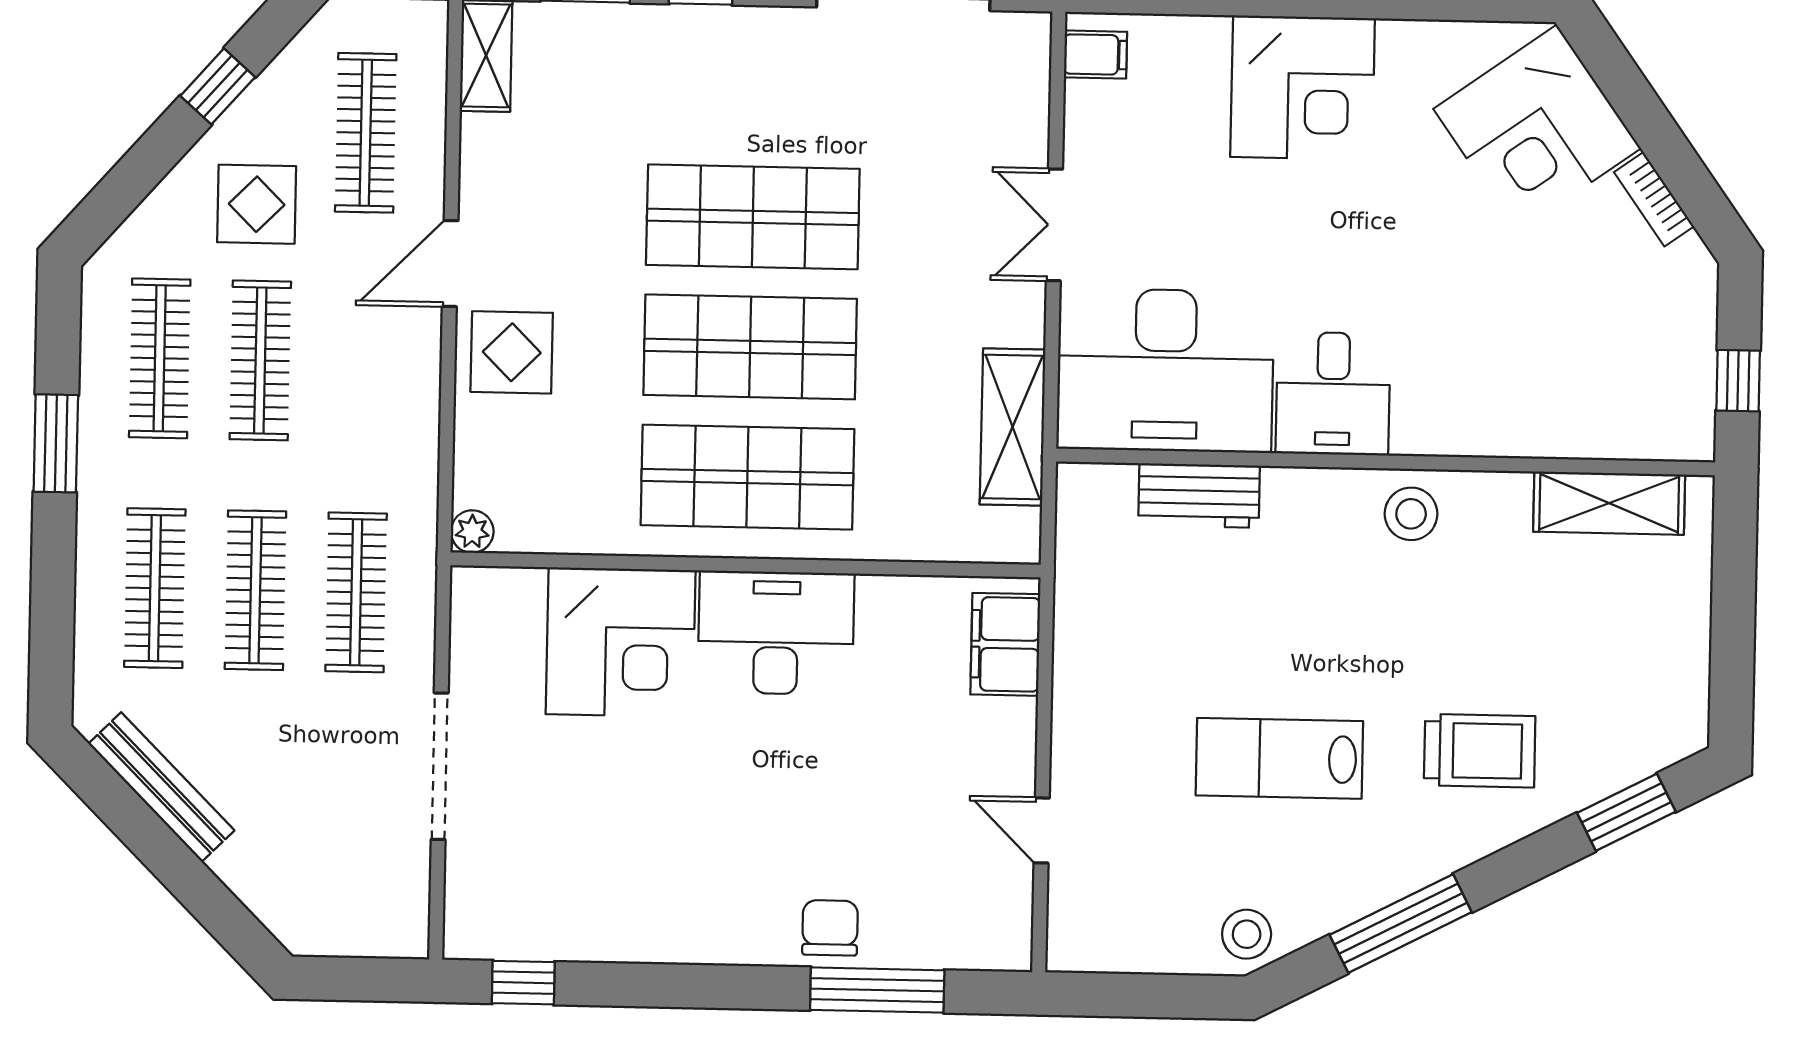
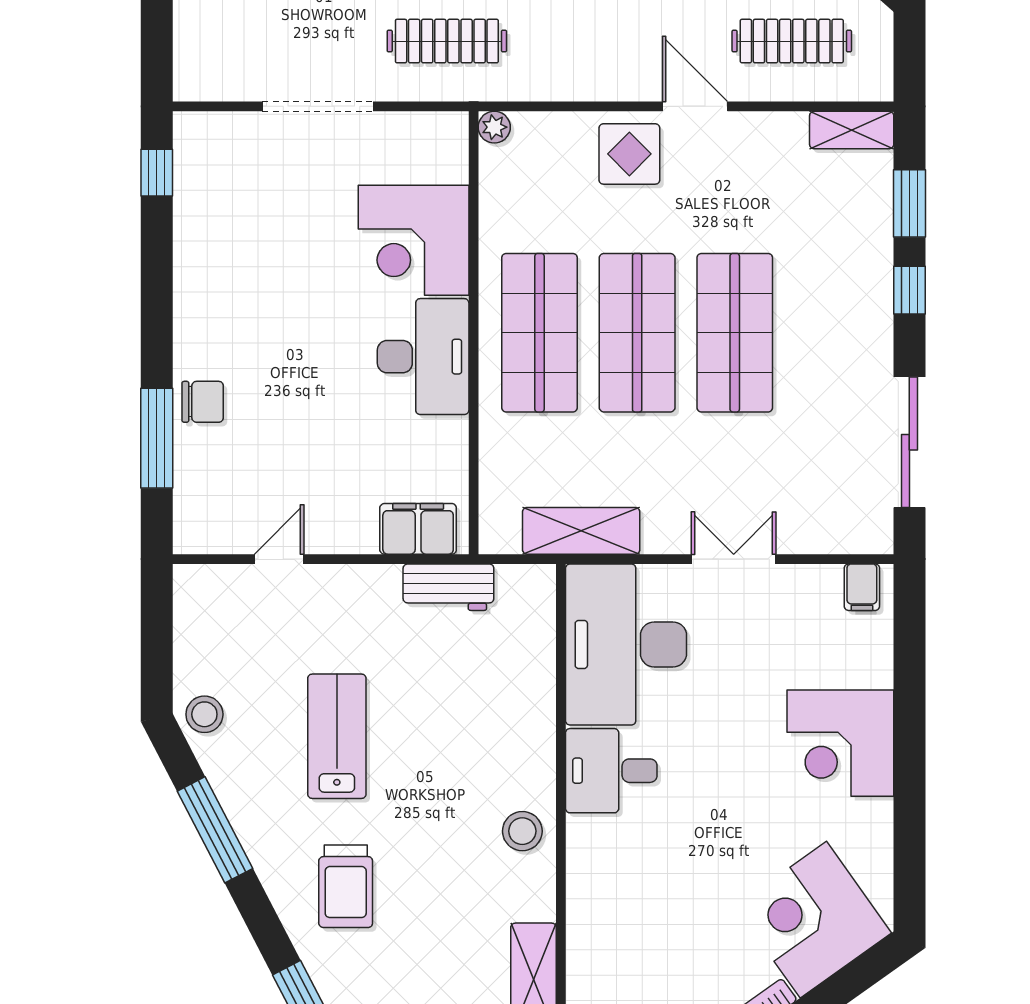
workbench: (1199, 496) -> (448, 587), moved, turned -90

